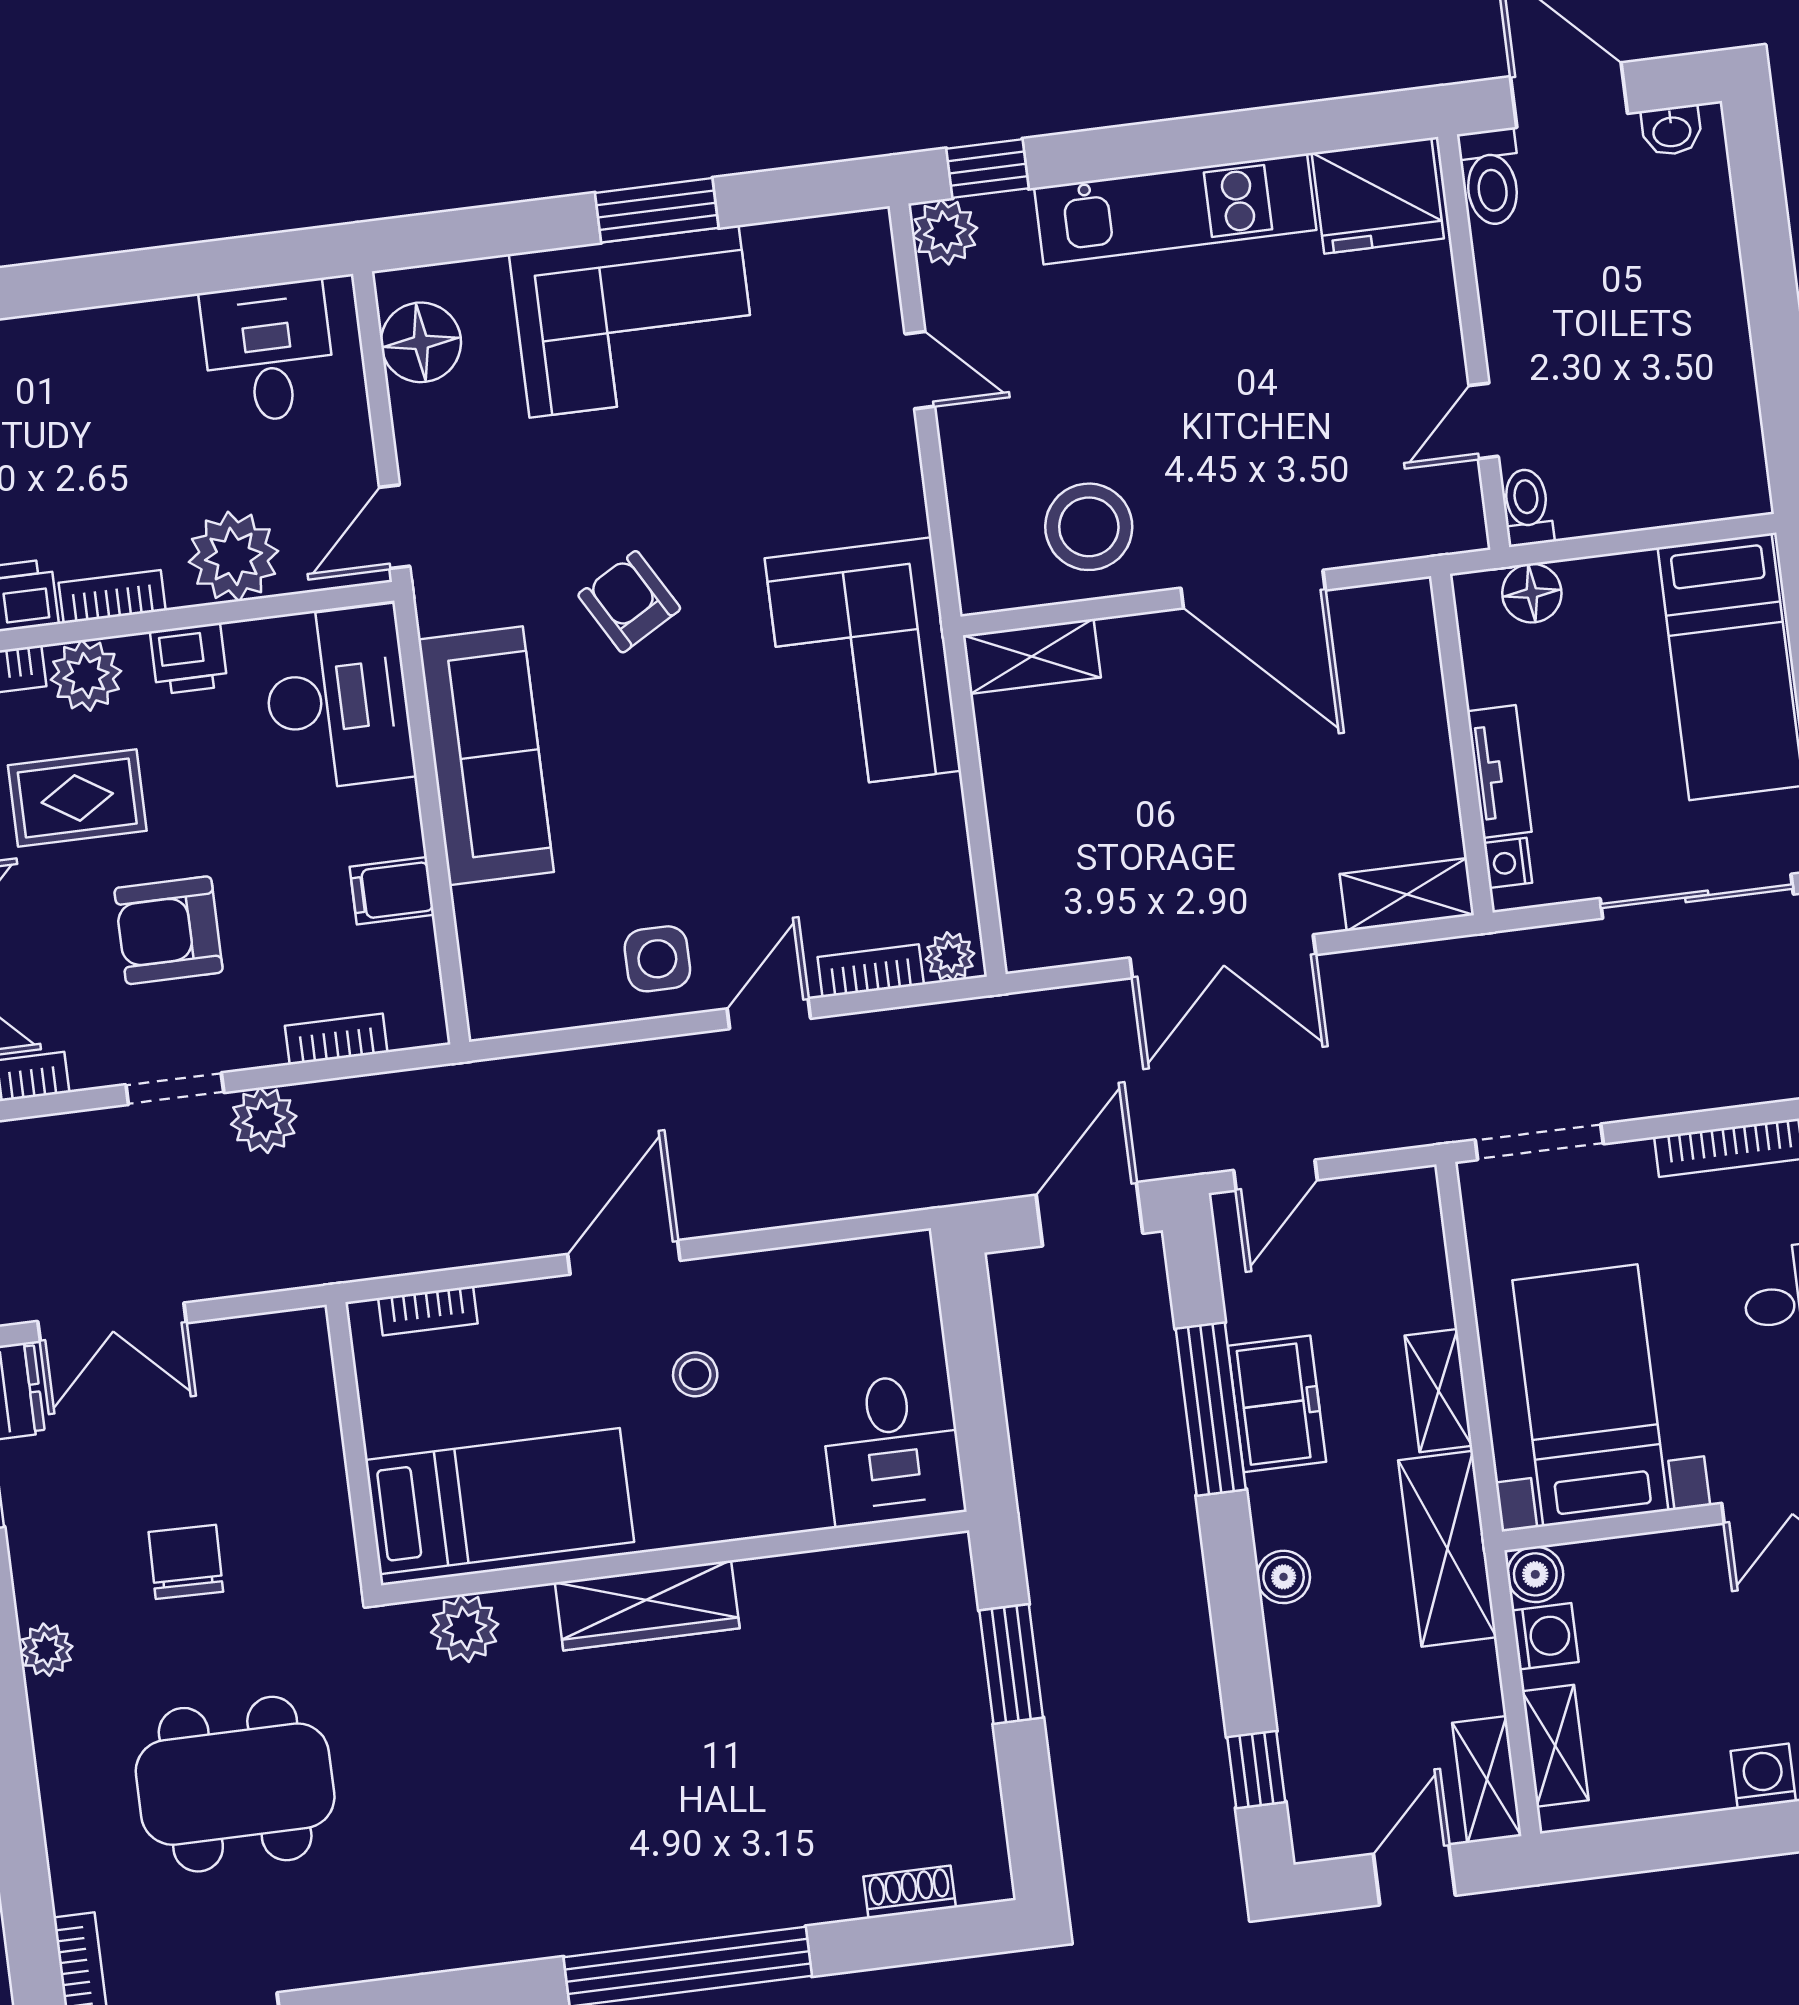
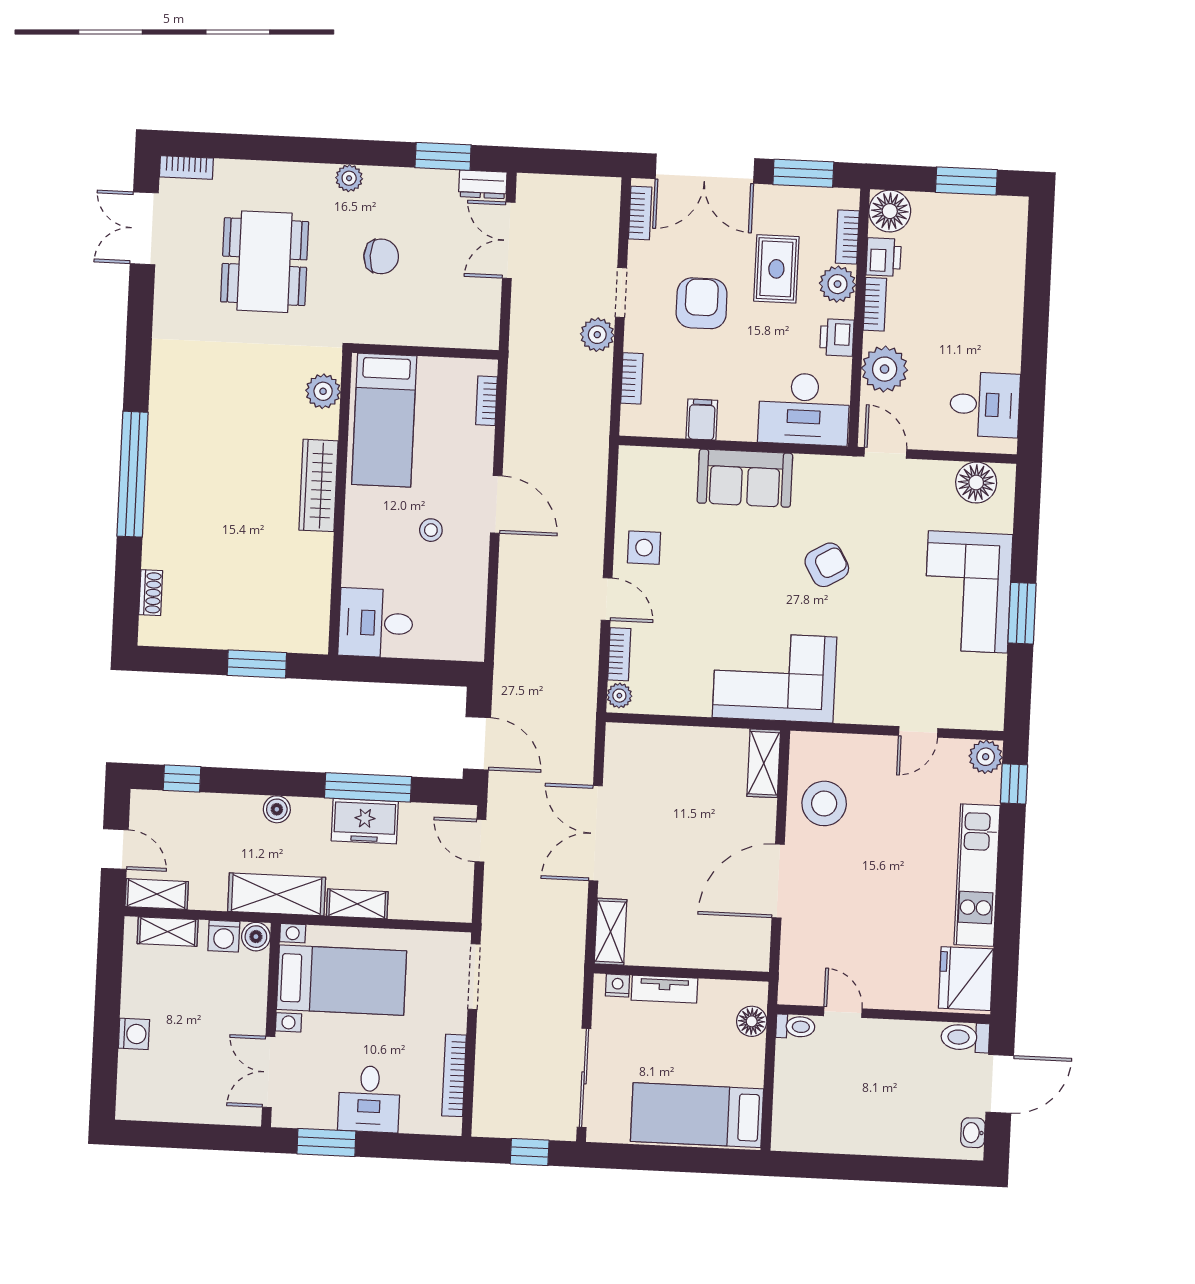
sofa: (486, 756) -> (745, 478), width x0.73

